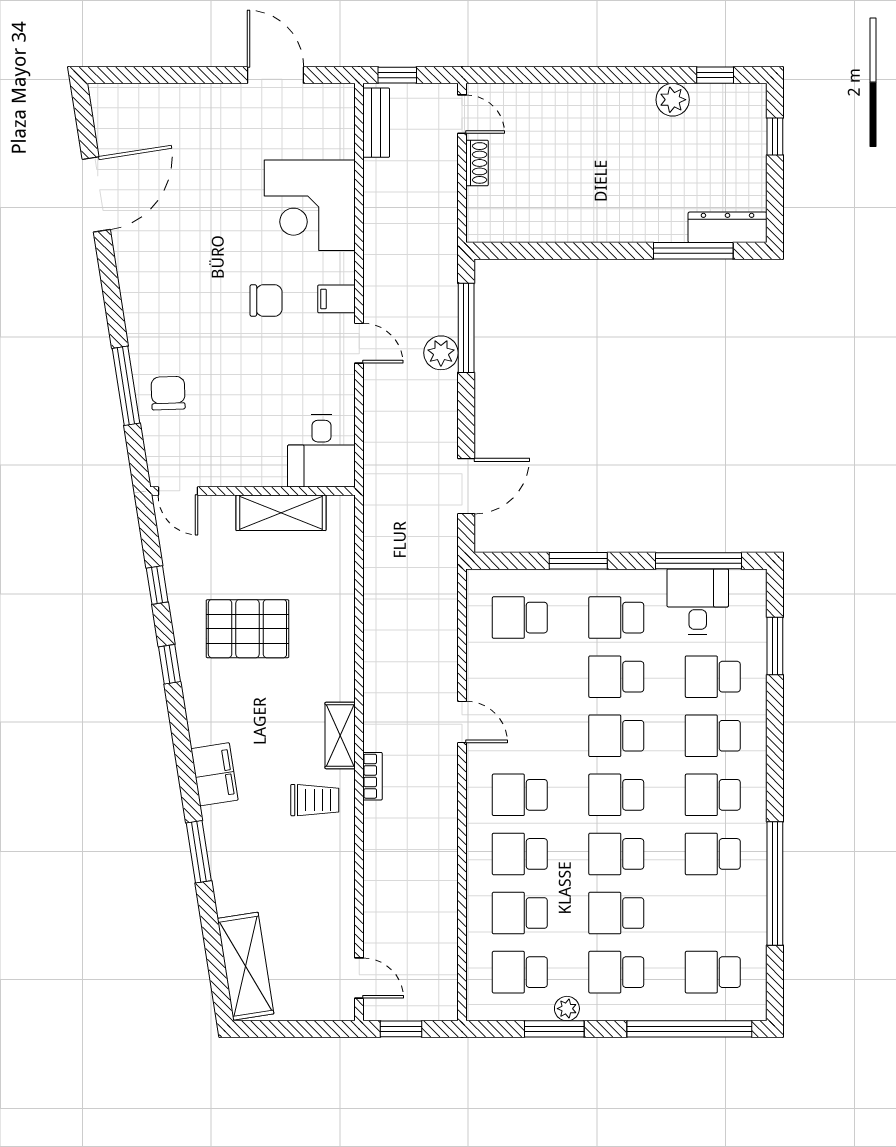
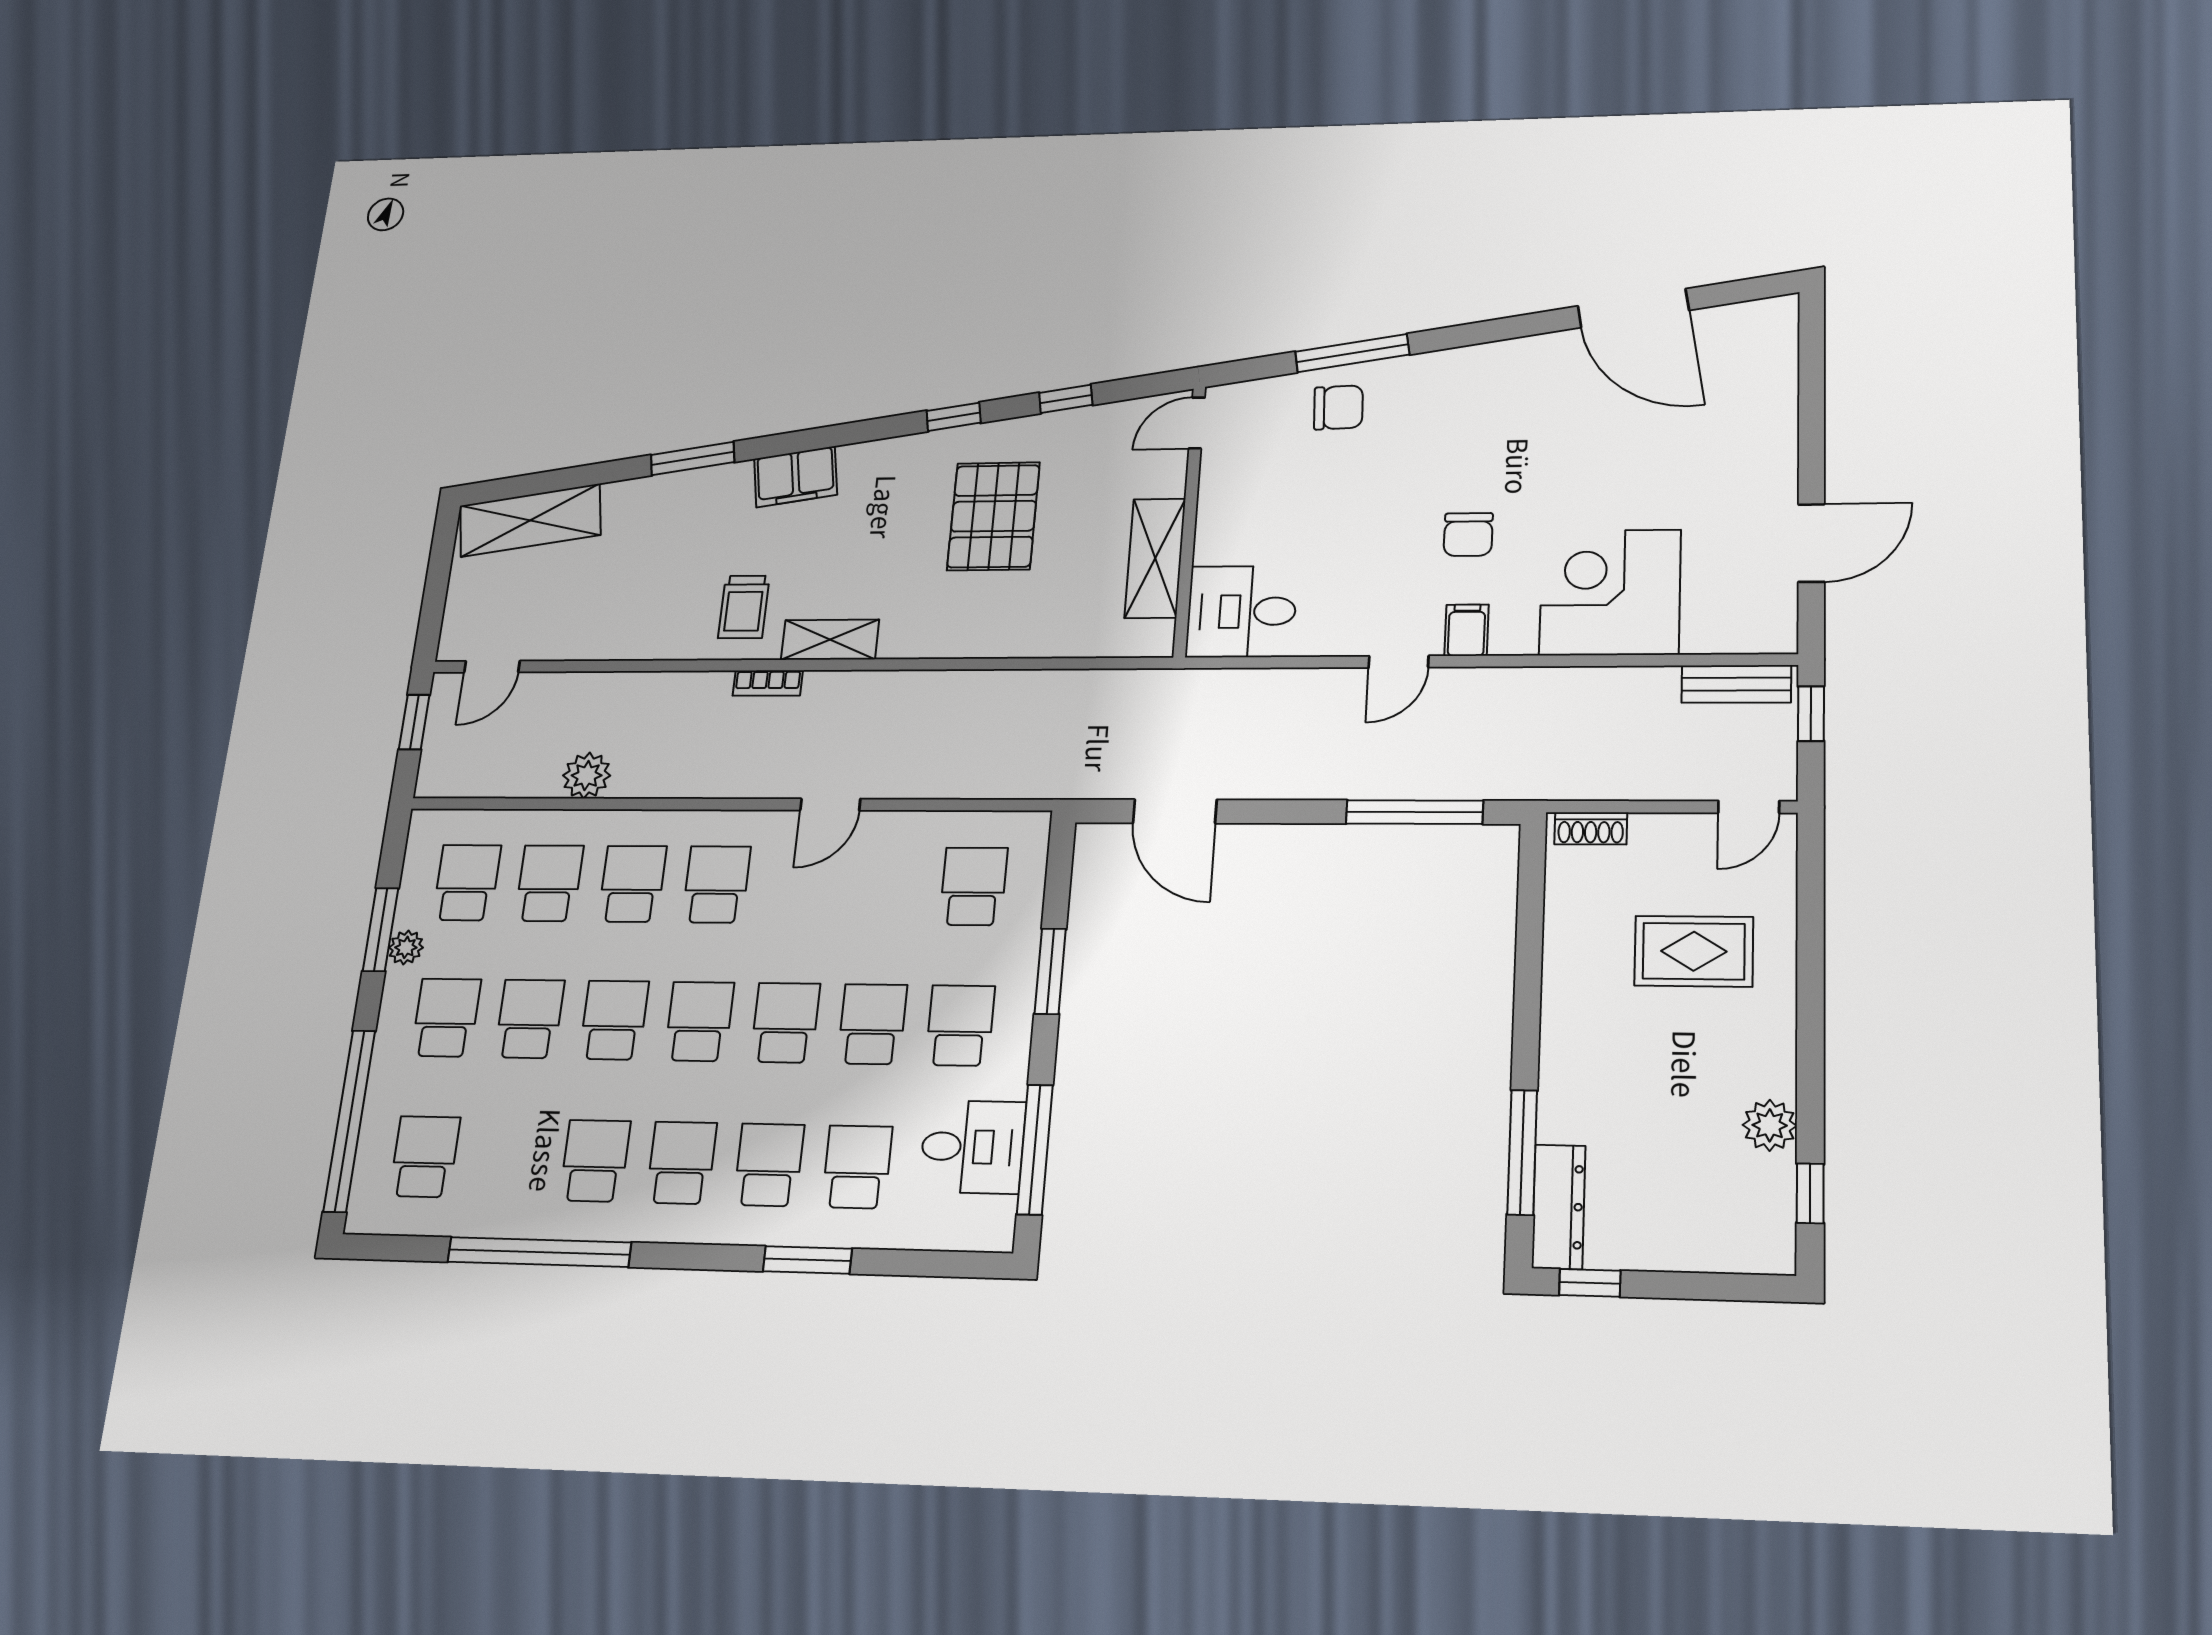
window: (775, 136) -> (1590, 1283), moved
rug: (560, 147) -> (1694, 951), added
shoe rack: (477, 163) -> (1591, 828), moved
plant: (441, 353) -> (587, 775), moved
window: (775, 646) -> (807, 1260), moved

